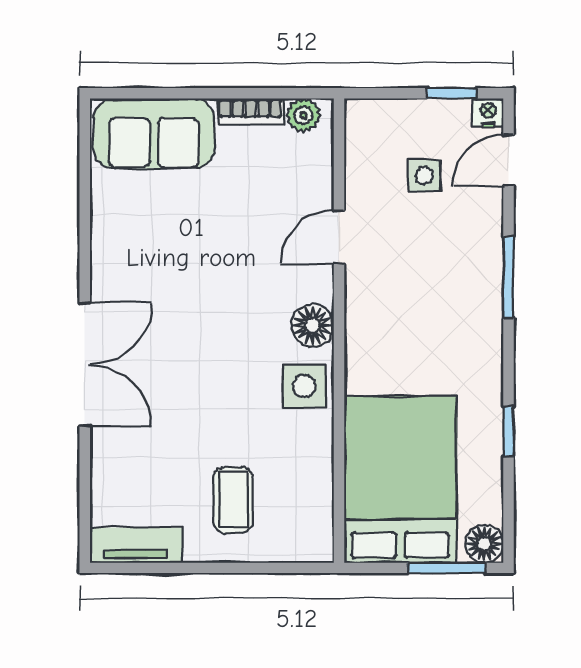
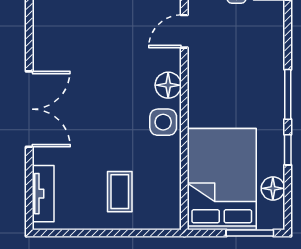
window: (508, 277) -> (288, 94), moved
floor lamp: (484, 544) -> (273, 188), moved
tv unit: (136, 545) -> (43, 194), moved, turned 90

